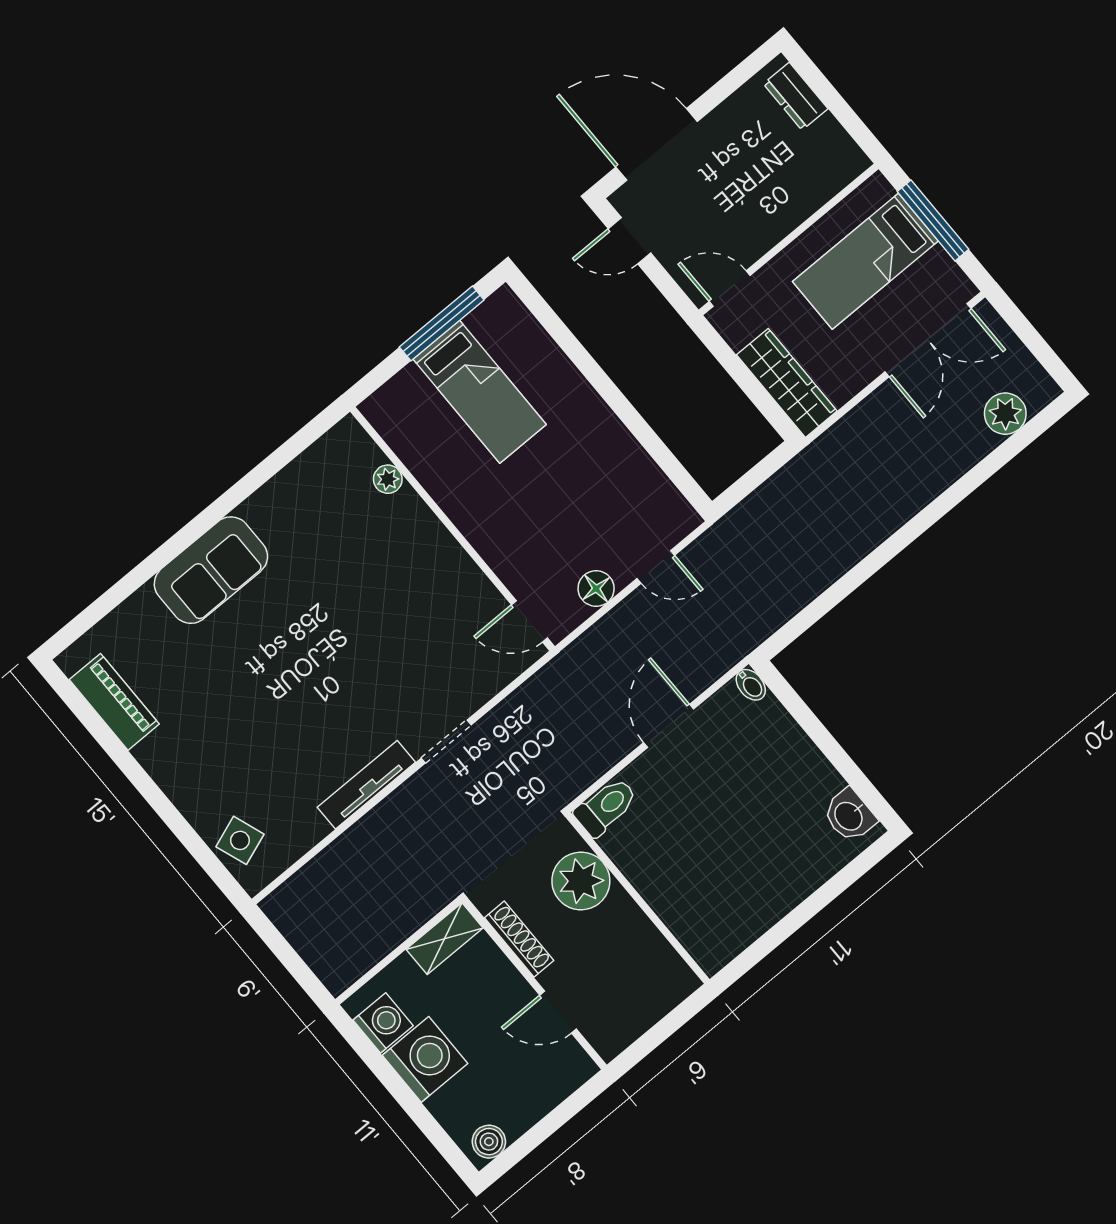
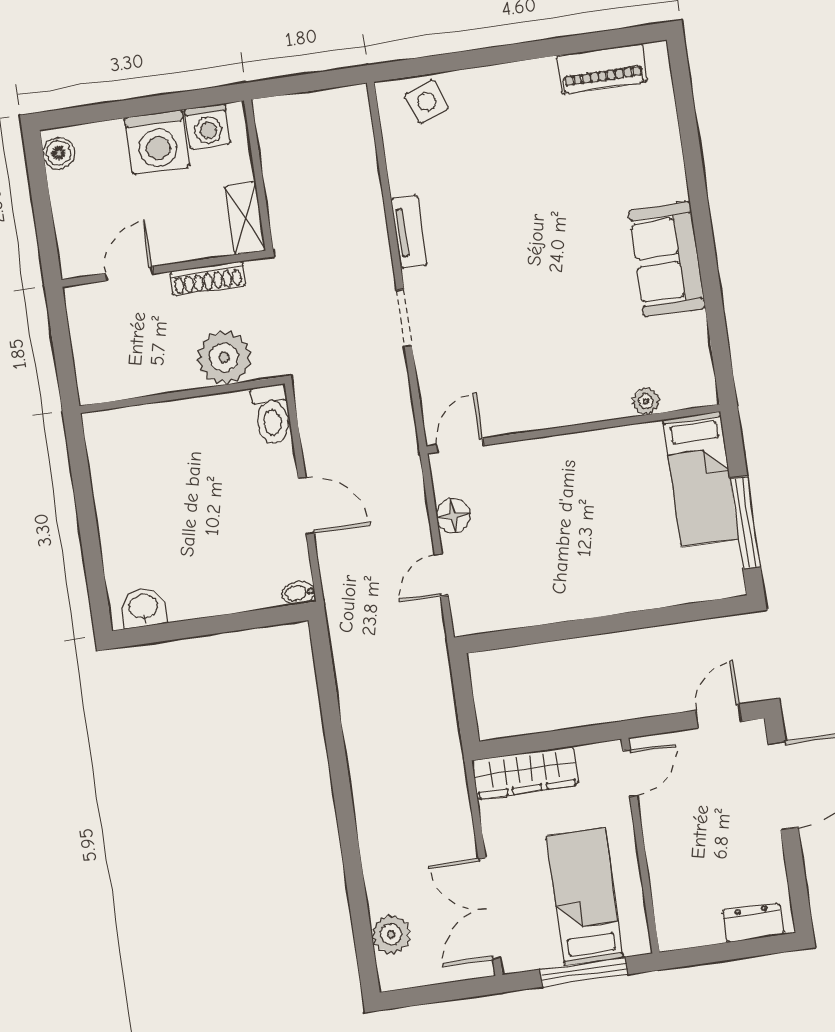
bed: (480, 392) -> (701, 479), moved, turned -90
sofa: (211, 570) -> (667, 259), moved
tv unit: (366, 785) -> (409, 232), width x0.71

